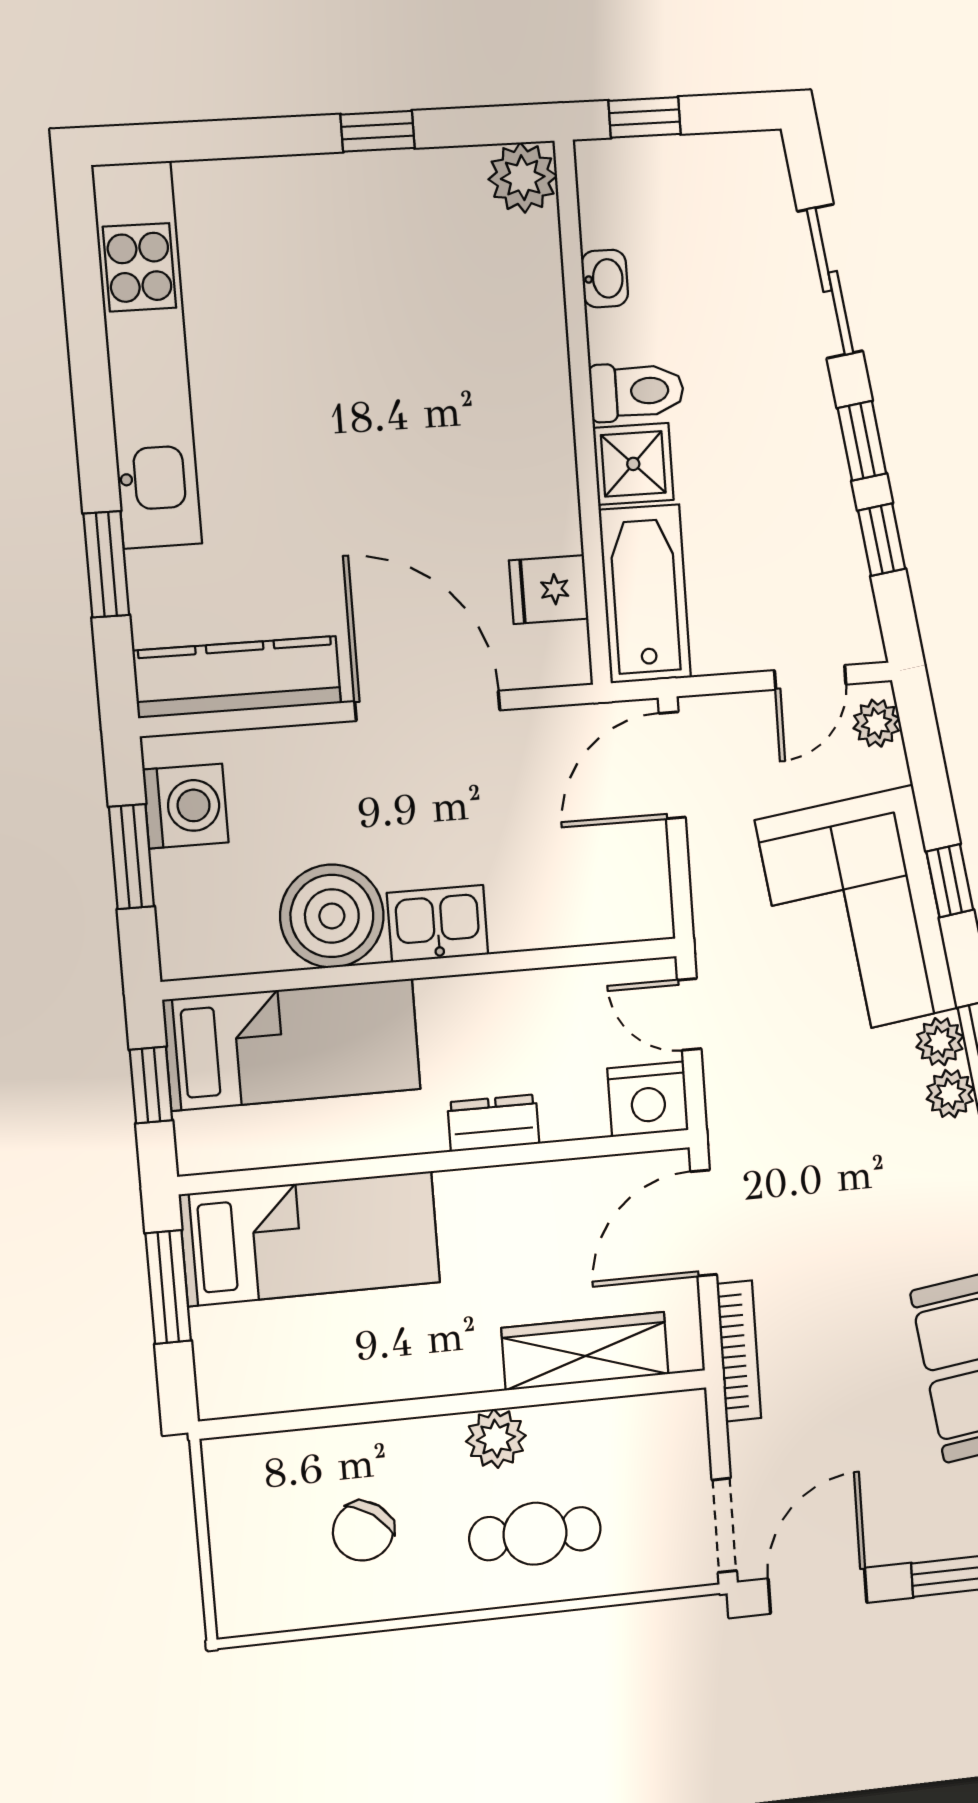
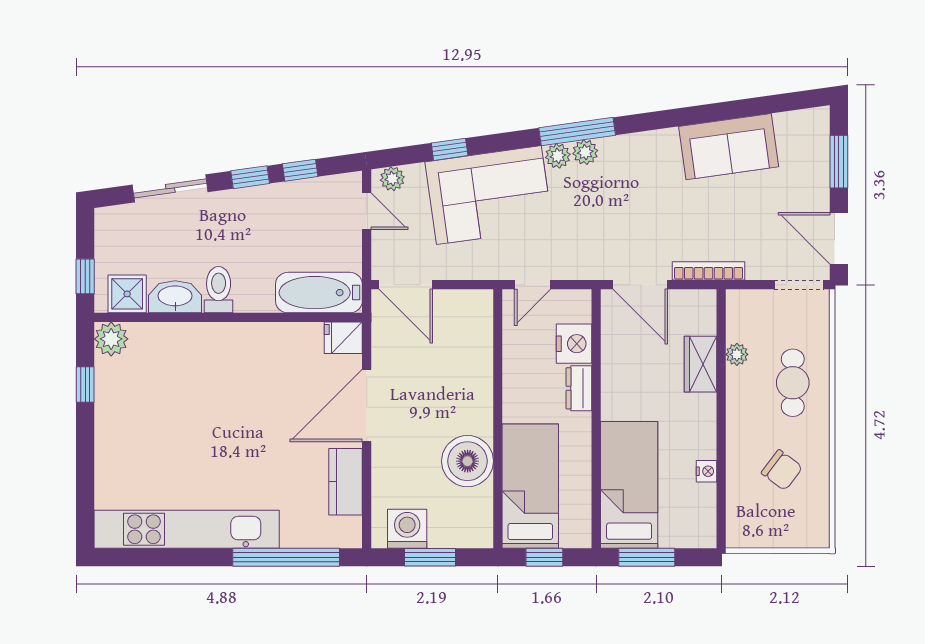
window: (378, 131) -> (85, 385), moved
washbasin: (605, 279) -> (175, 297), width x1.91, depth x1.45
shower: (633, 464) -> (127, 294), moved
window: (106, 564) -> (286, 557), width x2.11
fridge: (549, 590) -> (343, 338), moved, turned 90
kitchen counter: (237, 677) -> (346, 482), width x0.67
window: (950, 881) -> (450, 149), moved
kitchen sink: (438, 924) -> (476, 409), removed
nightstand: (648, 1099) -> (574, 344), moved
wardrobe: (585, 1351) -> (700, 364), width x0.67
nightstand: (349, 1386) -> (707, 471), added
plant: (496, 1439) -> (737, 354), moved, width x0.73, depth x0.73

